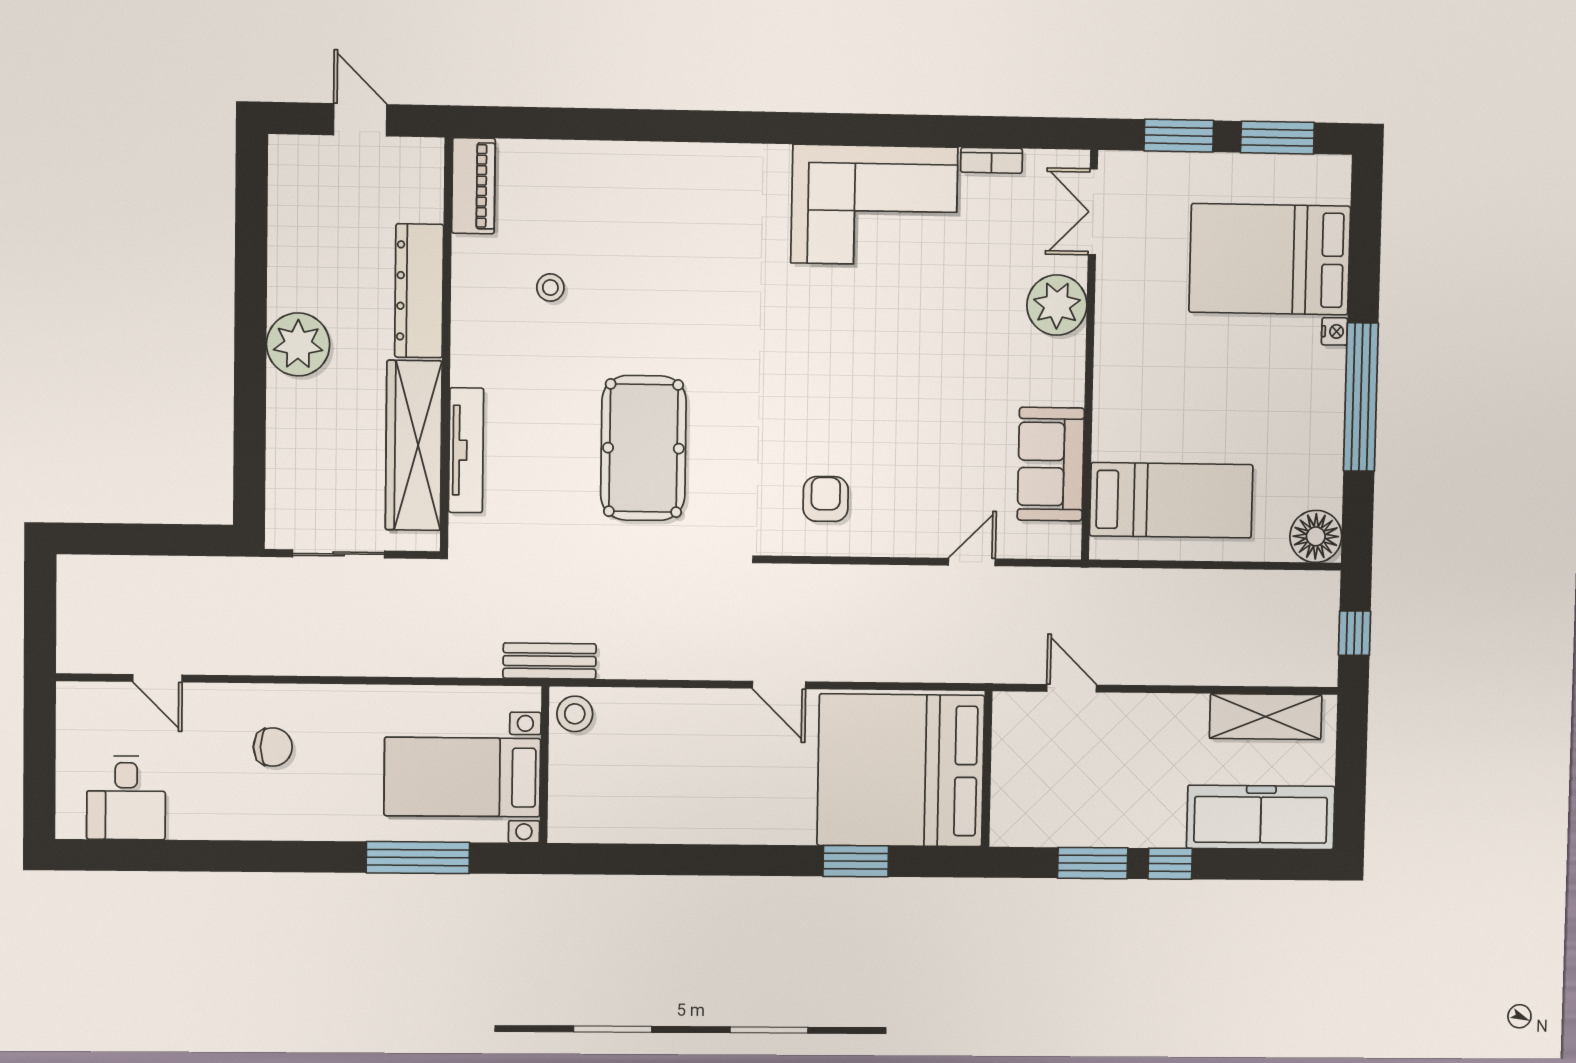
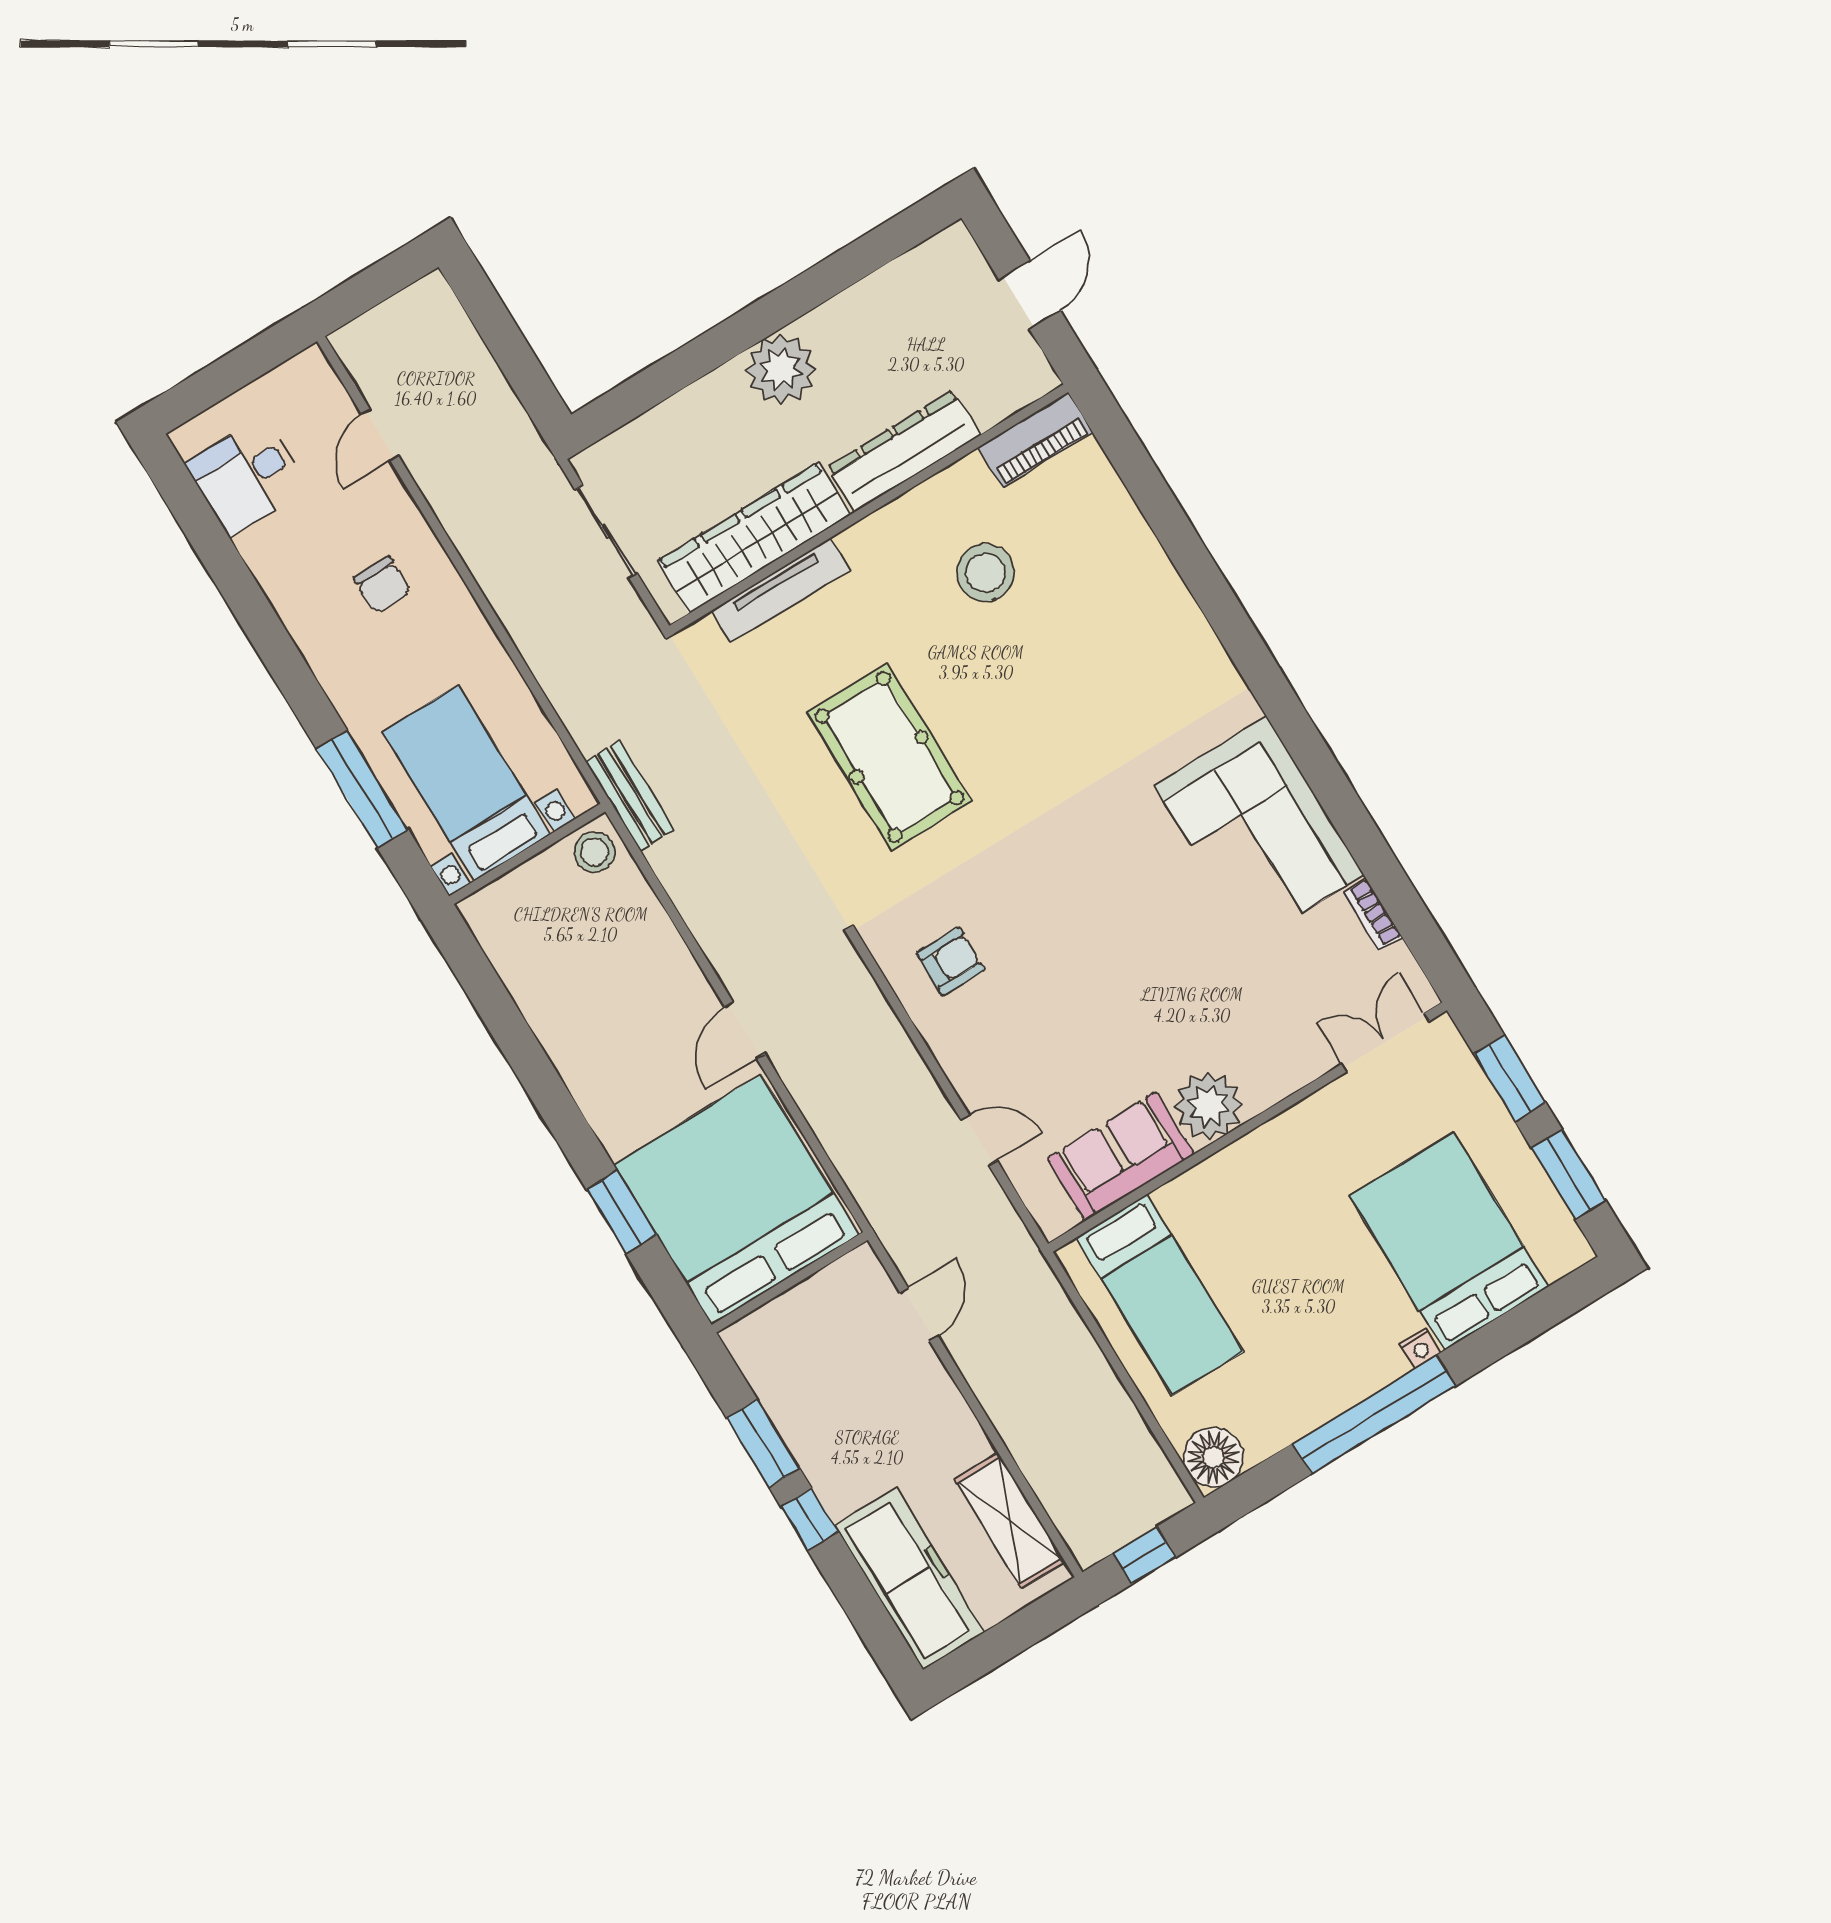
stool: (550, 287) -> (986, 573), width x1.89, depth x1.89
plant: (1057, 305) -> (1209, 1106), moved
pool table: (643, 448) -> (889, 757), turned 90

